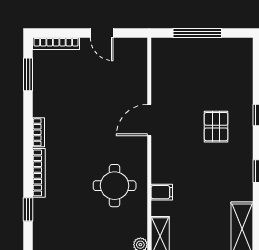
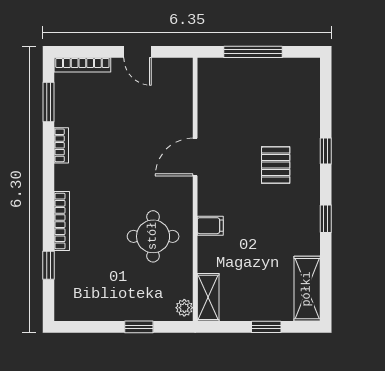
bookcase: (39, 132) -> (61, 145), moved
filing cabinet: (162, 192) -> (210, 226), moved

